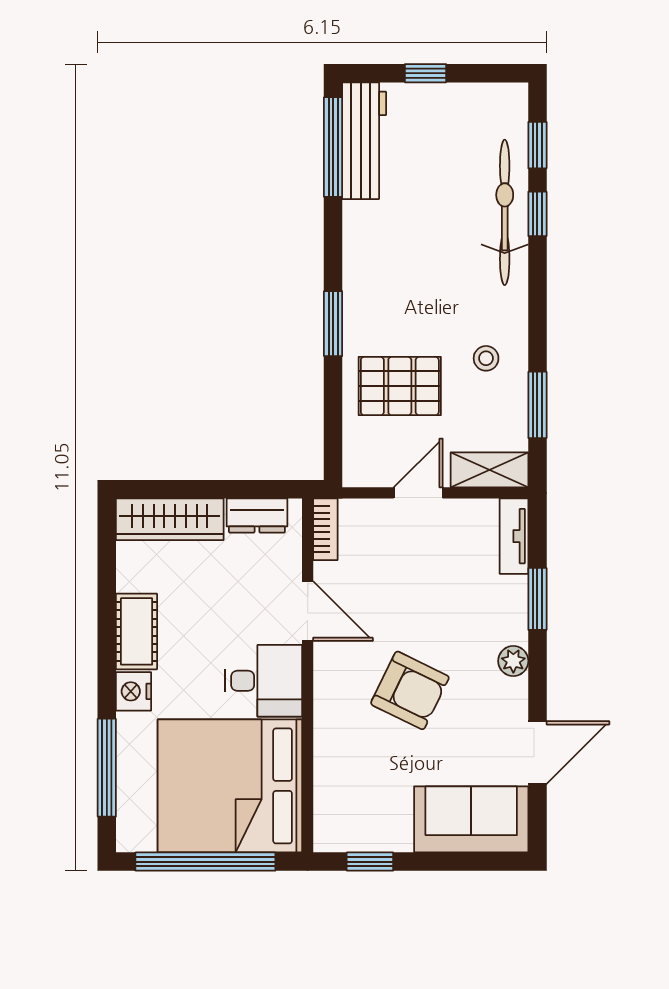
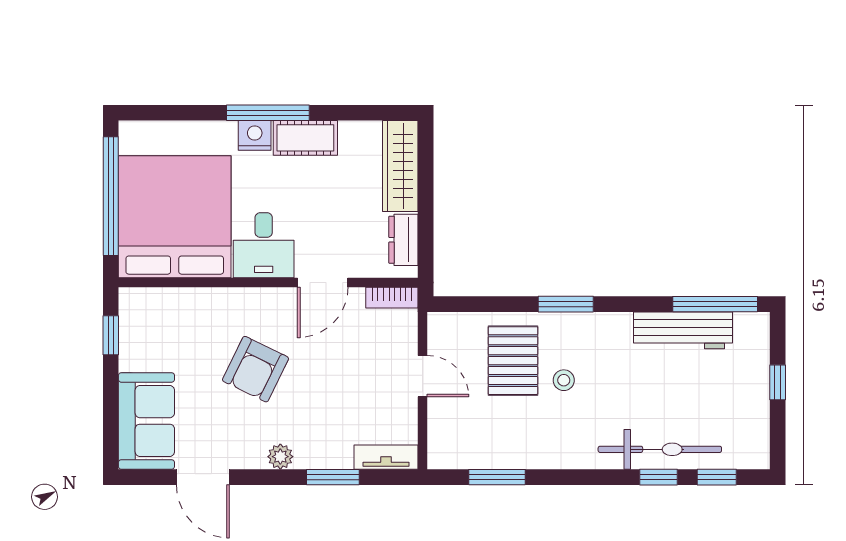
workbench: (364, 141) -> (683, 330), moved
stool: (486, 358) -> (564, 380), moved
shelving: (489, 470) -> (442, 436), removed
window: (107, 768) -> (268, 113), moved

